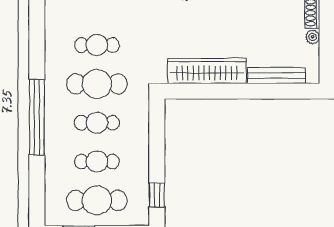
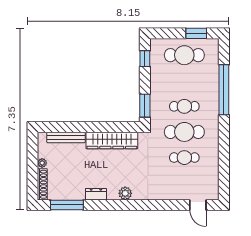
window: (37, 117) -> (224, 90), moved
window: (157, 124) -> (145, 106), added
cafe table: (97, 162) -> (184, 81), removed

